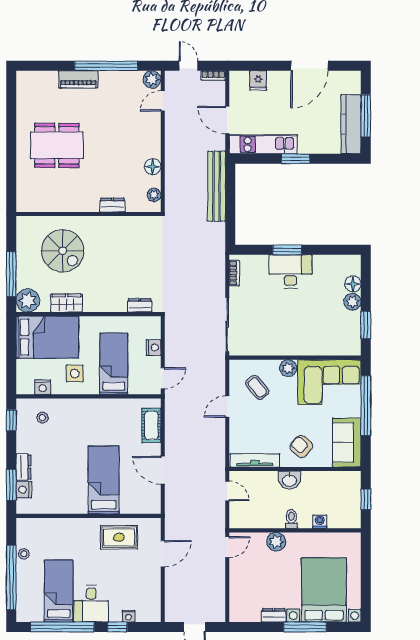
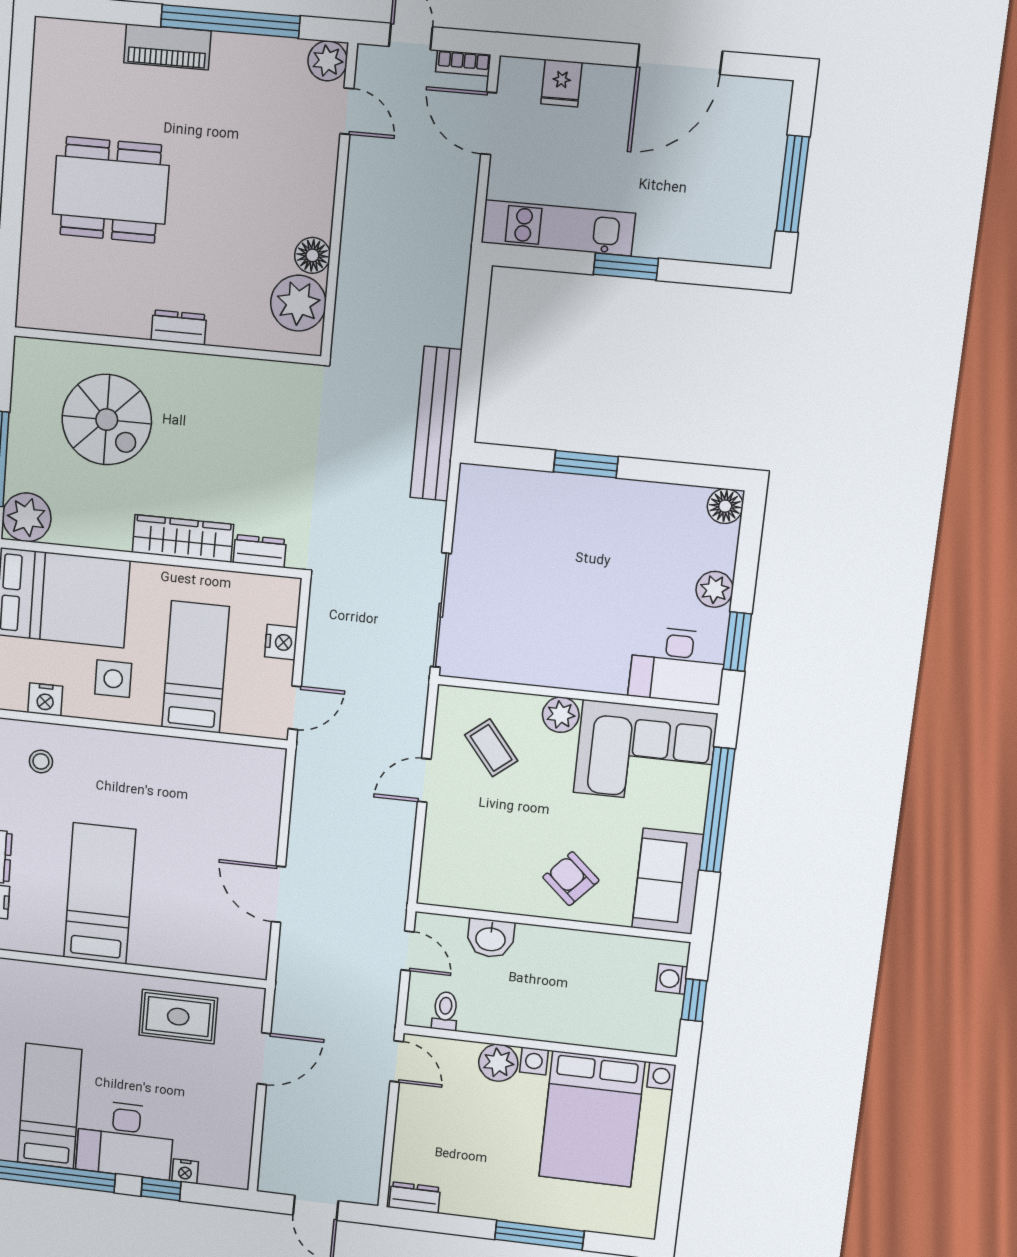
door: (163, 101) -> (347, 111), swing flipped
door: (227, 120) -> (489, 123), moved
kitchen counter: (351, 124) -> (757, 200), removed
bench: (217, 186) -> (436, 424), moved
plant: (154, 195) -> (298, 303), width x1.87, depth x1.87
dresser: (112, 205) -> (179, 327), moved
desk: (291, 271) -> (677, 665), moved, turned 180
bookcase: (234, 273) -> (467, 503), removed
floor lamp: (353, 284) -> (725, 506), moved
wardrobe: (66, 303) -> (183, 538), moved, width x1.50
cot: (151, 425) -> (263, 802), removed
tv unit: (255, 460) -> (471, 896), removed
bed: (104, 480) -> (100, 894), moved
washbasin: (289, 480) -> (491, 938), moved
toilet: (291, 519) -> (445, 1011), moved
washing machine: (320, 522) -> (672, 979), moved, turned -90
door: (227, 547) -> (397, 1061), hinge flipped
bed with nightstands: (324, 590) -> (592, 1119), moved, turned 180
desk: (91, 604) -> (125, 1140), width x1.37
dresser: (274, 615) -> (415, 1197), moved

